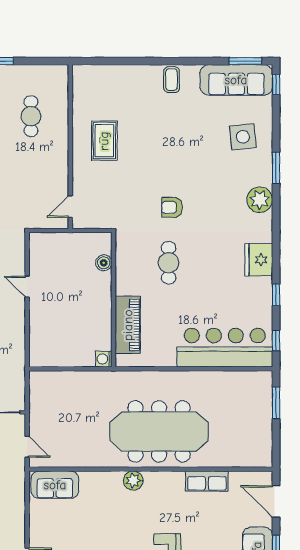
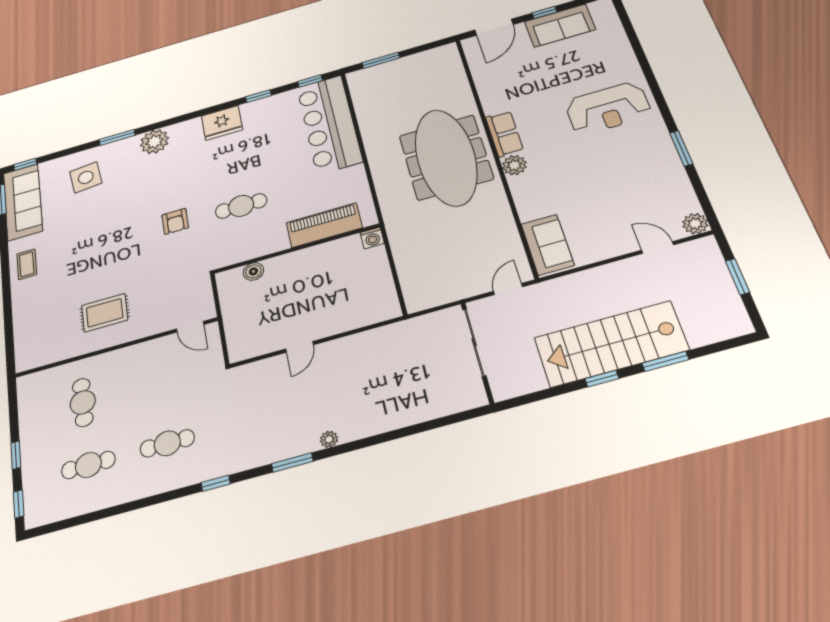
coffee table: (172, 80) -> (27, 264), turned 90
cafe table: (31, 116) -> (83, 402), turned 90
row of seats: (207, 481) -> (504, 134), moved

